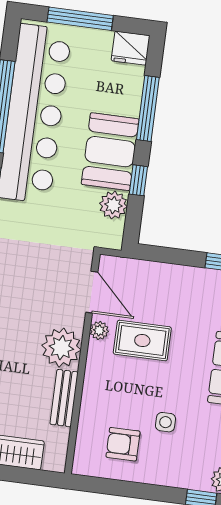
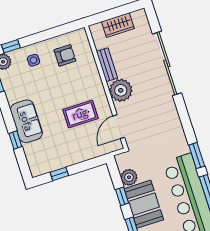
door: (92, 292) -> (119, 127), hinge flipped
plant: (99, 330) -> (105, 109), removed
side table: (165, 422) -> (34, 60), moved

